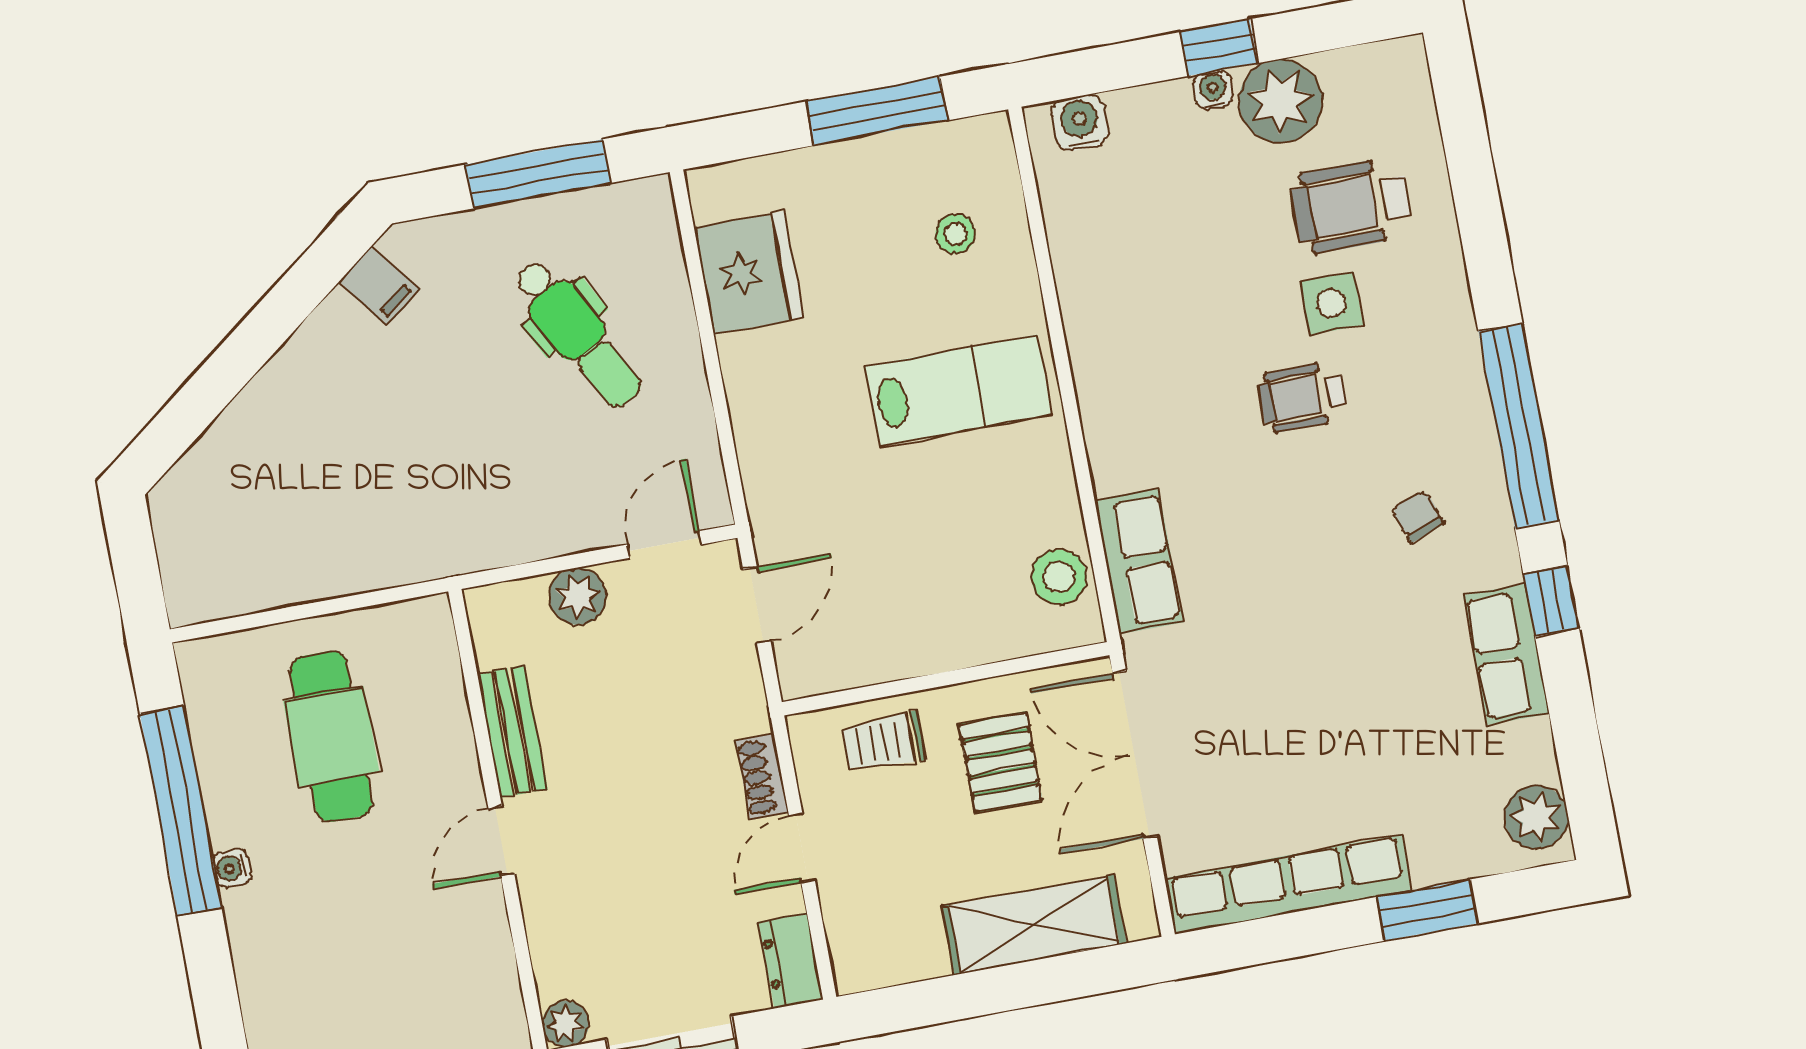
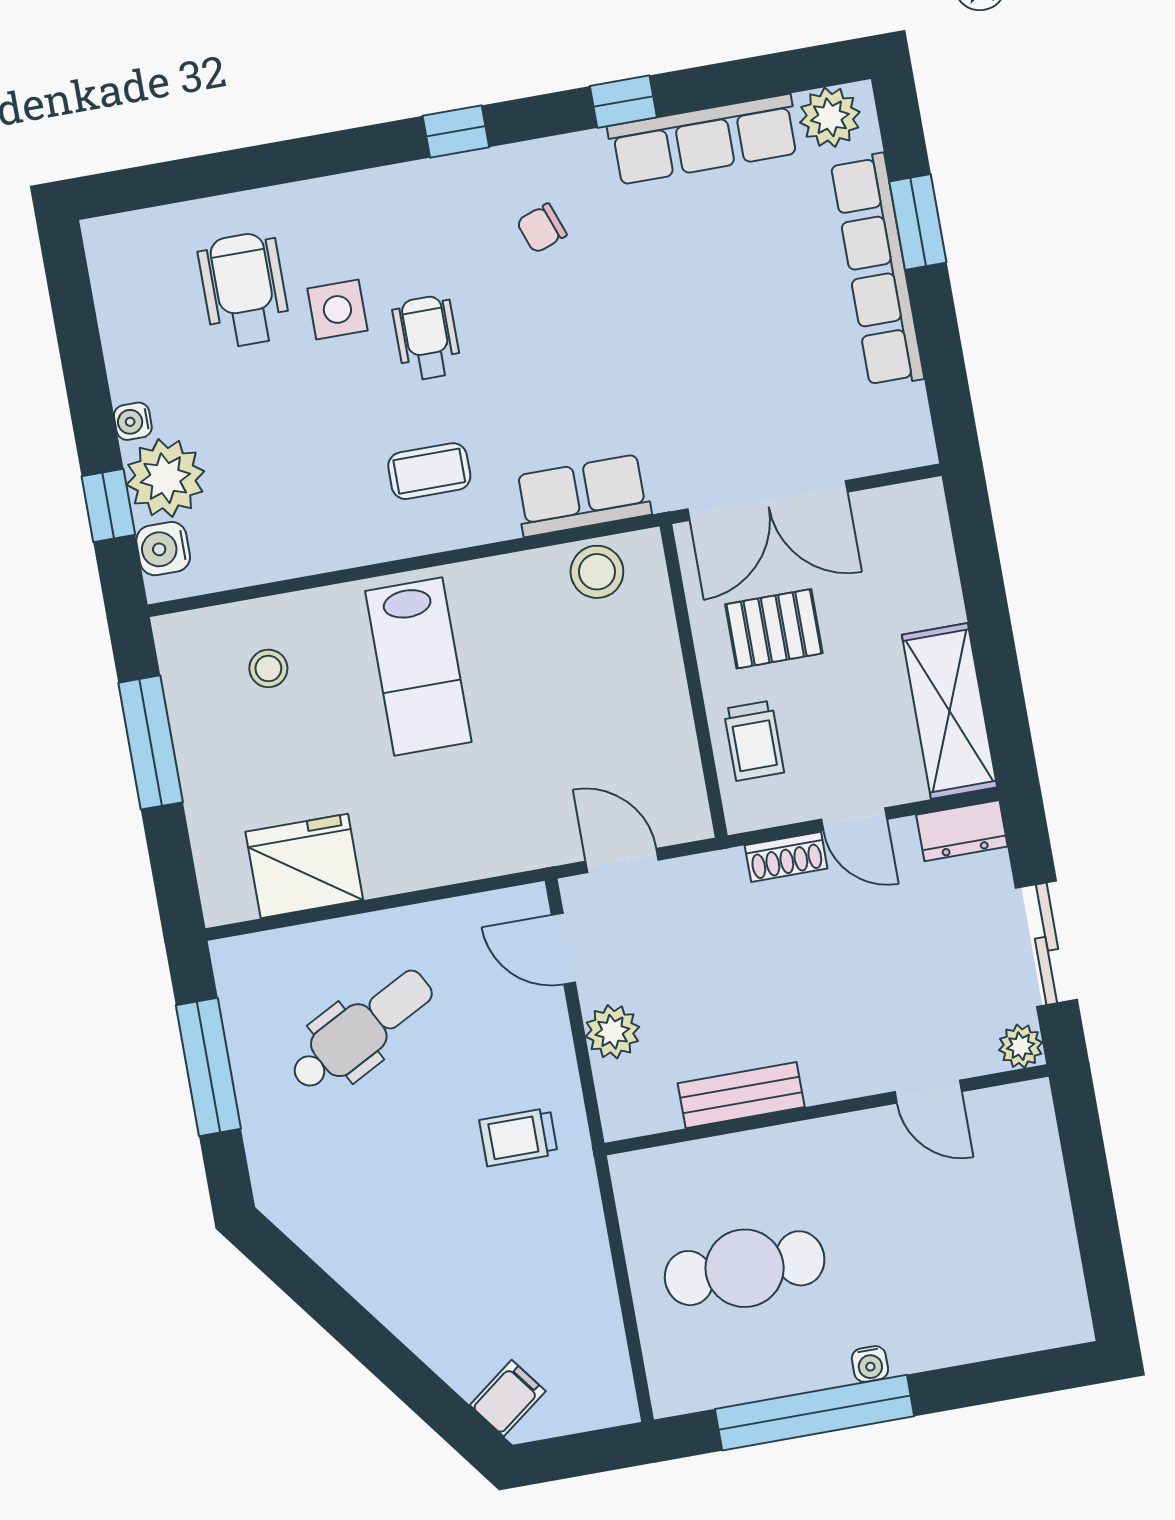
window: (1219, 48) -> (108, 505), moved
plant: (1281, 101) -> (165, 478), moved
wheelchair: (1351, 206) -> (244, 290), turned 180
filing cabinet: (379, 285) -> (508, 1398), moved
lab bench: (958, 391) -> (418, 667), turned 180
wheelchair: (1303, 397) -> (427, 338), turned 180
coffee table: (1163, 401) -> (429, 471), added
window: (1519, 426) -> (456, 131), width x0.32
trolley: (467, 499) -> (518, 1137), added
row of seats: (1506, 654) -> (704, 139), width x1.48
door: (501, 841) -> (928, 1092), moved
row of seats: (1288, 884) -> (877, 270), moved
shelving: (1034, 925) -> (949, 711), moved

